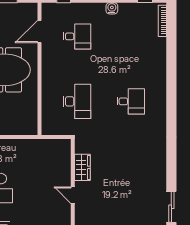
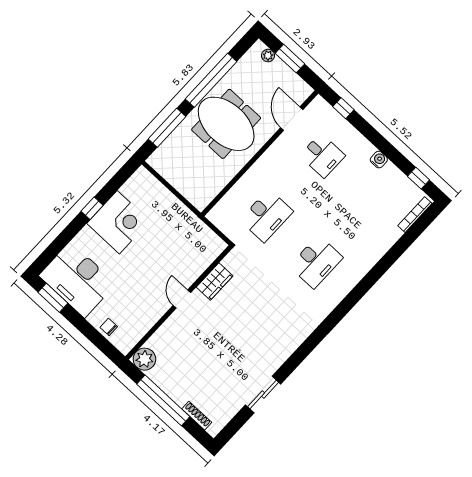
door: (39, 31) -> (292, 119), hinge flipped
desk: (131, 101) -> (316, 262), width x1.37

